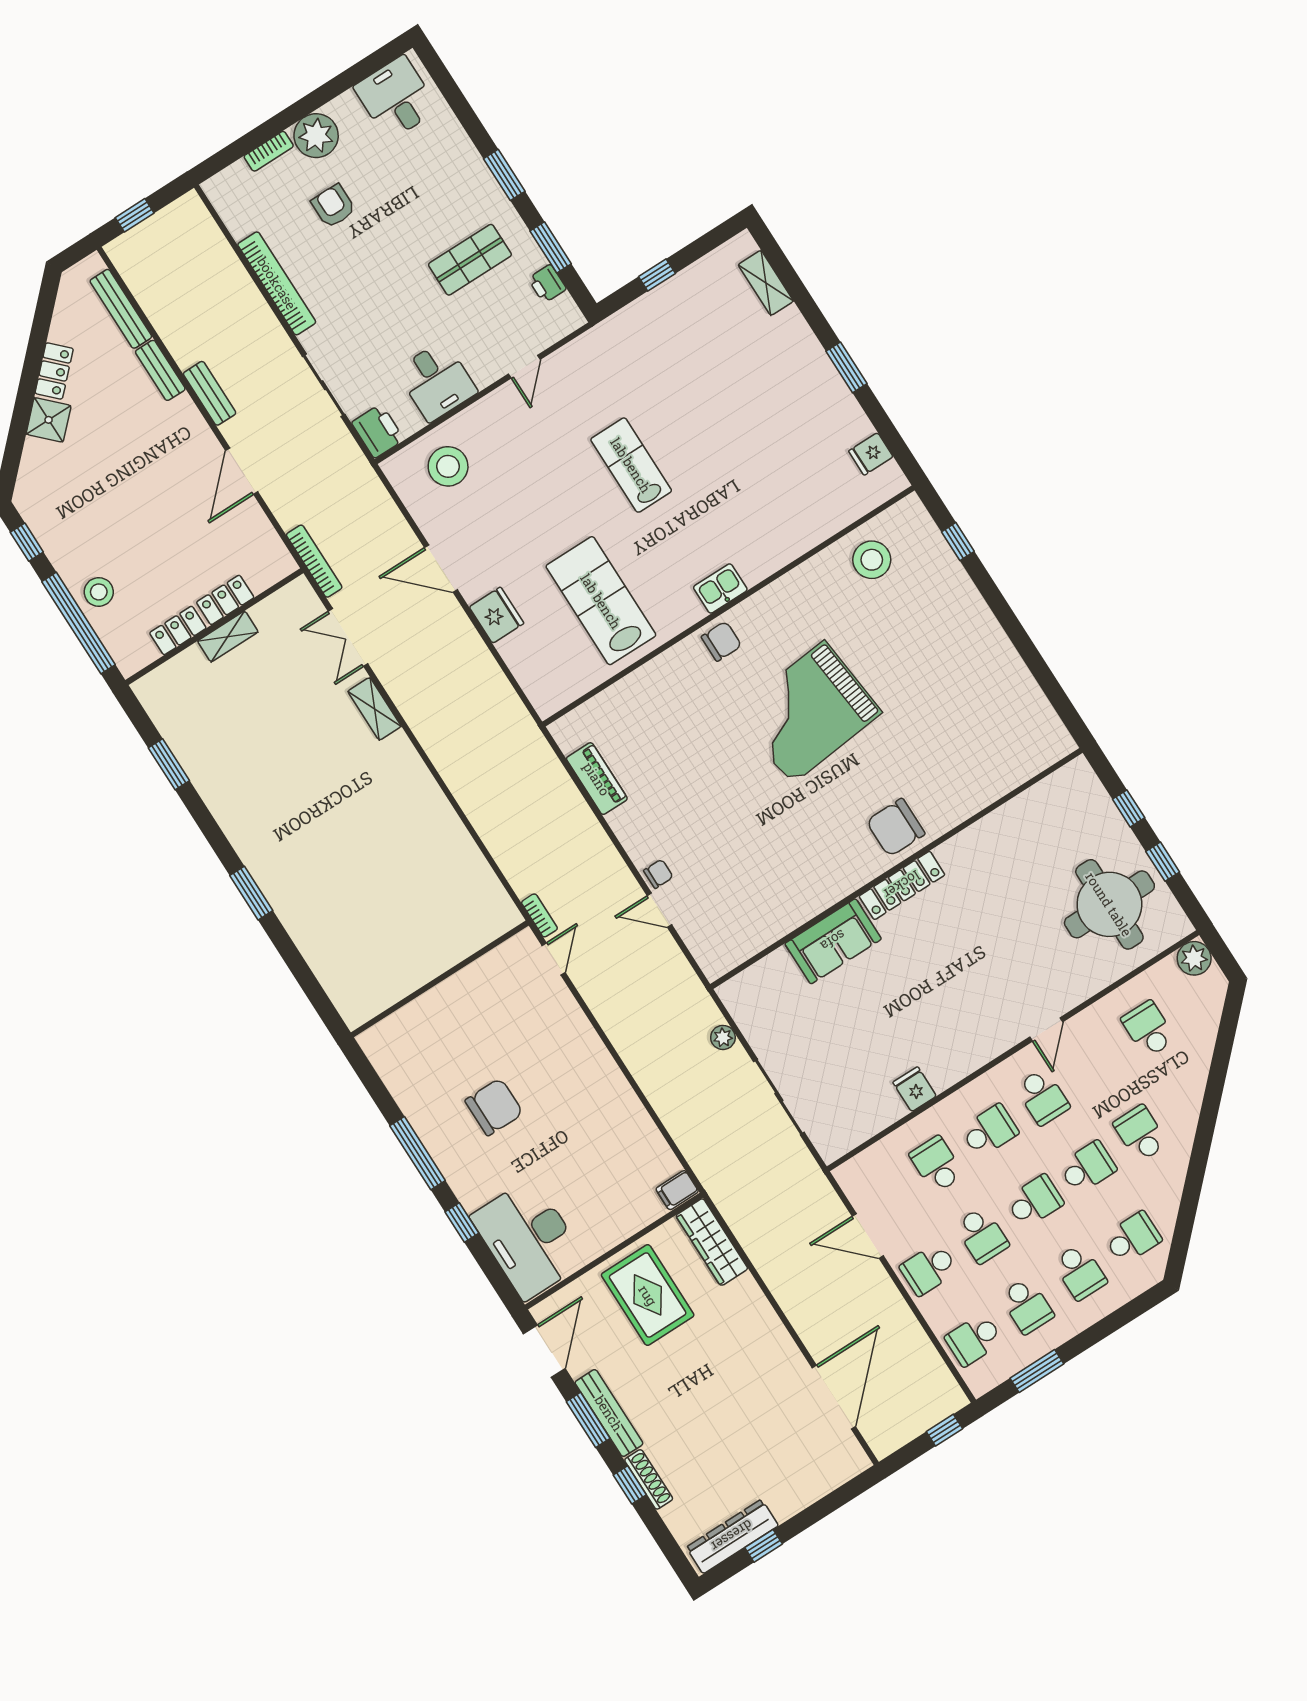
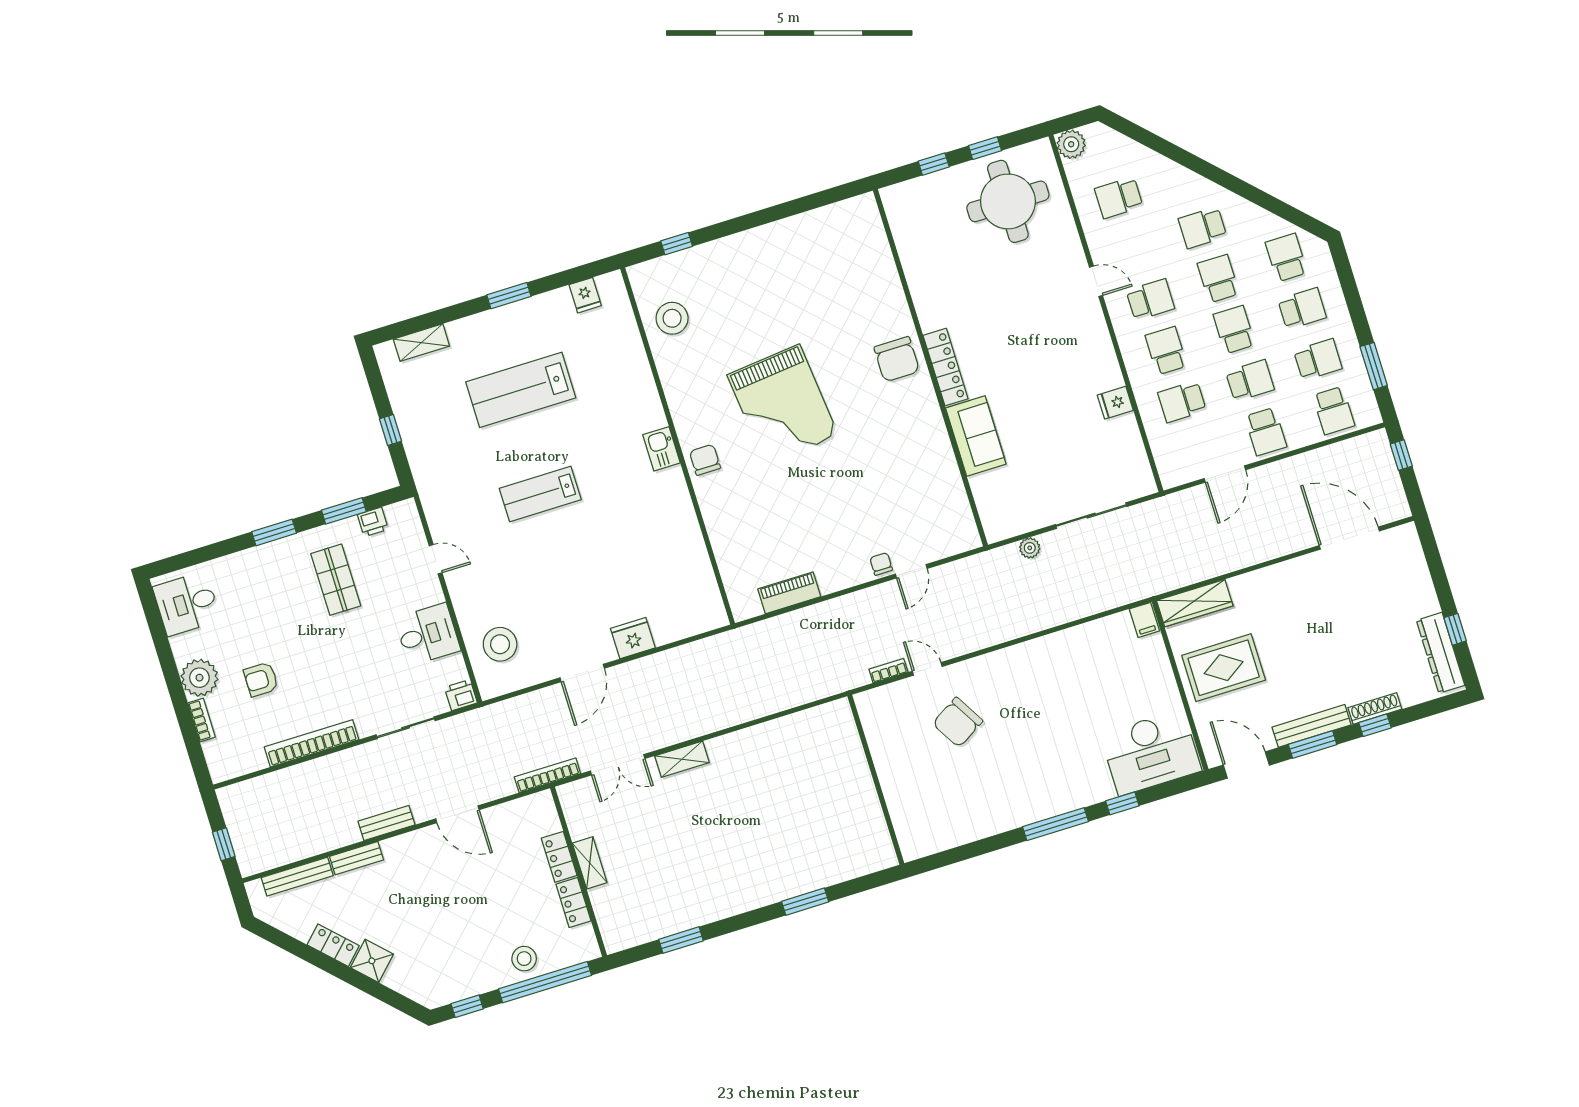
printer: (378, 431) -> (461, 695), width x0.73, depth x0.81
lab bench: (601, 601) -> (521, 390), moved
wall: (440, 979) -> (876, 780), moved
chair: (494, 1107) -> (958, 722), moved, turned -121

